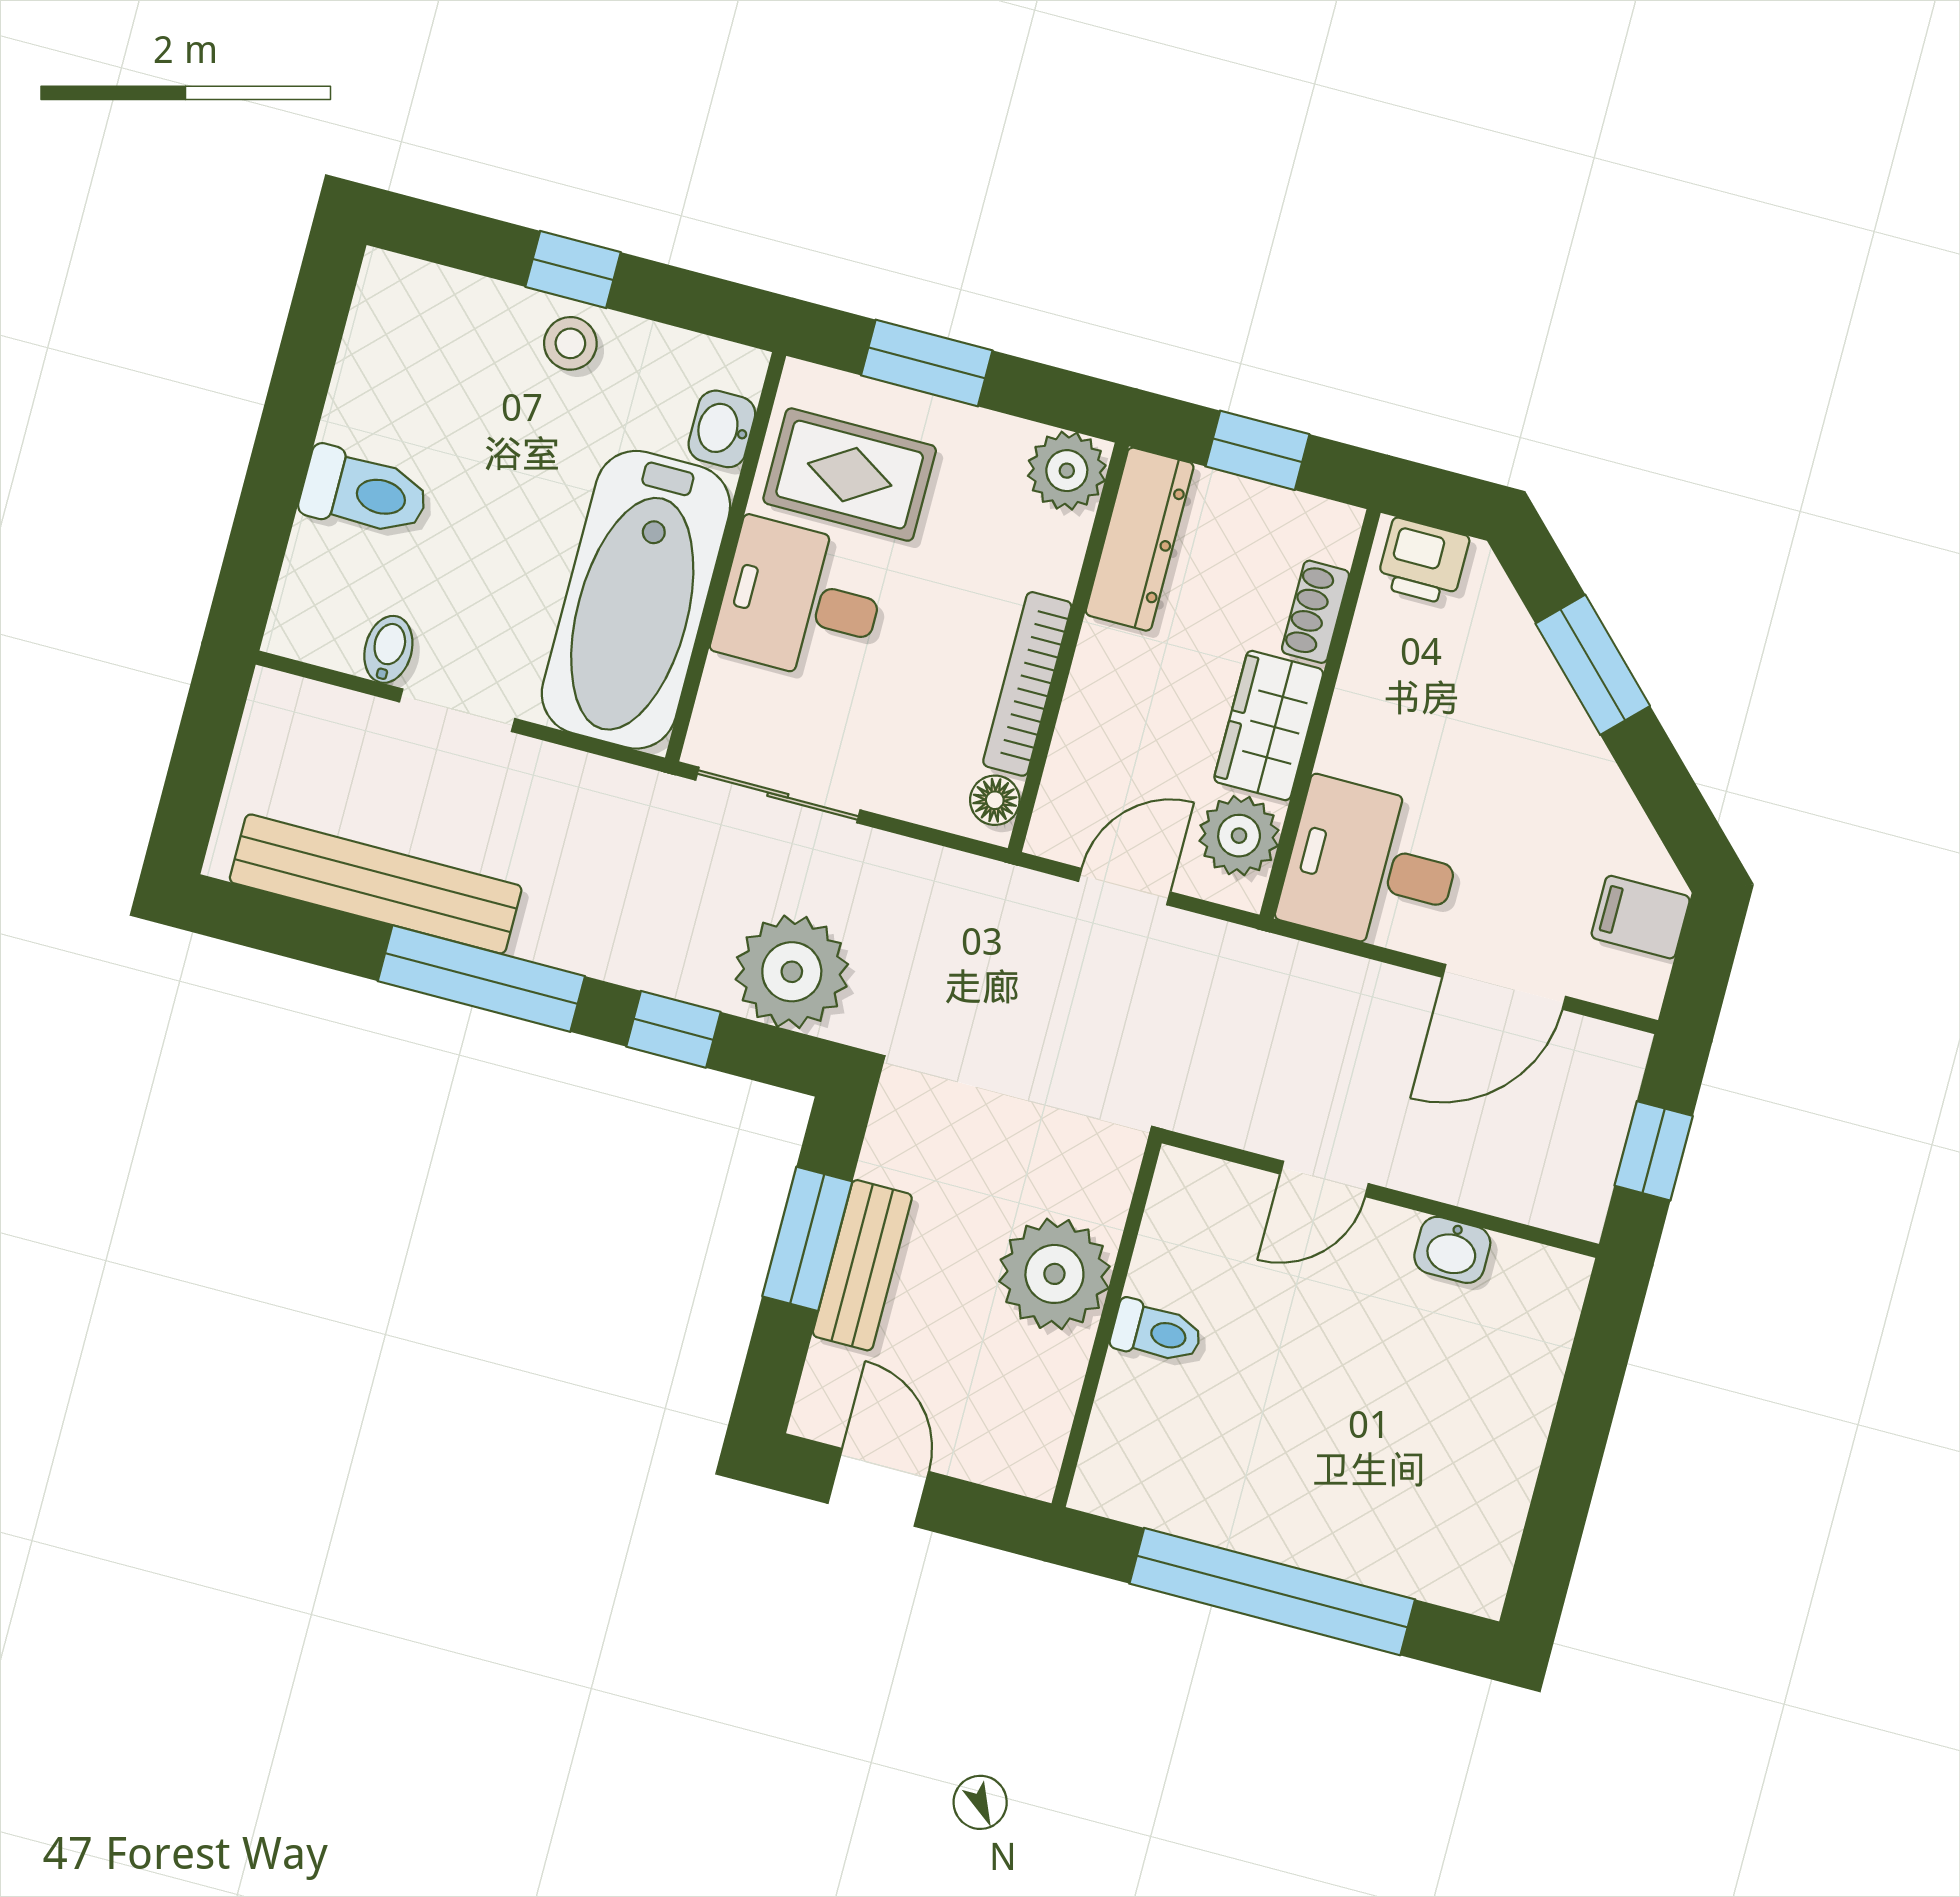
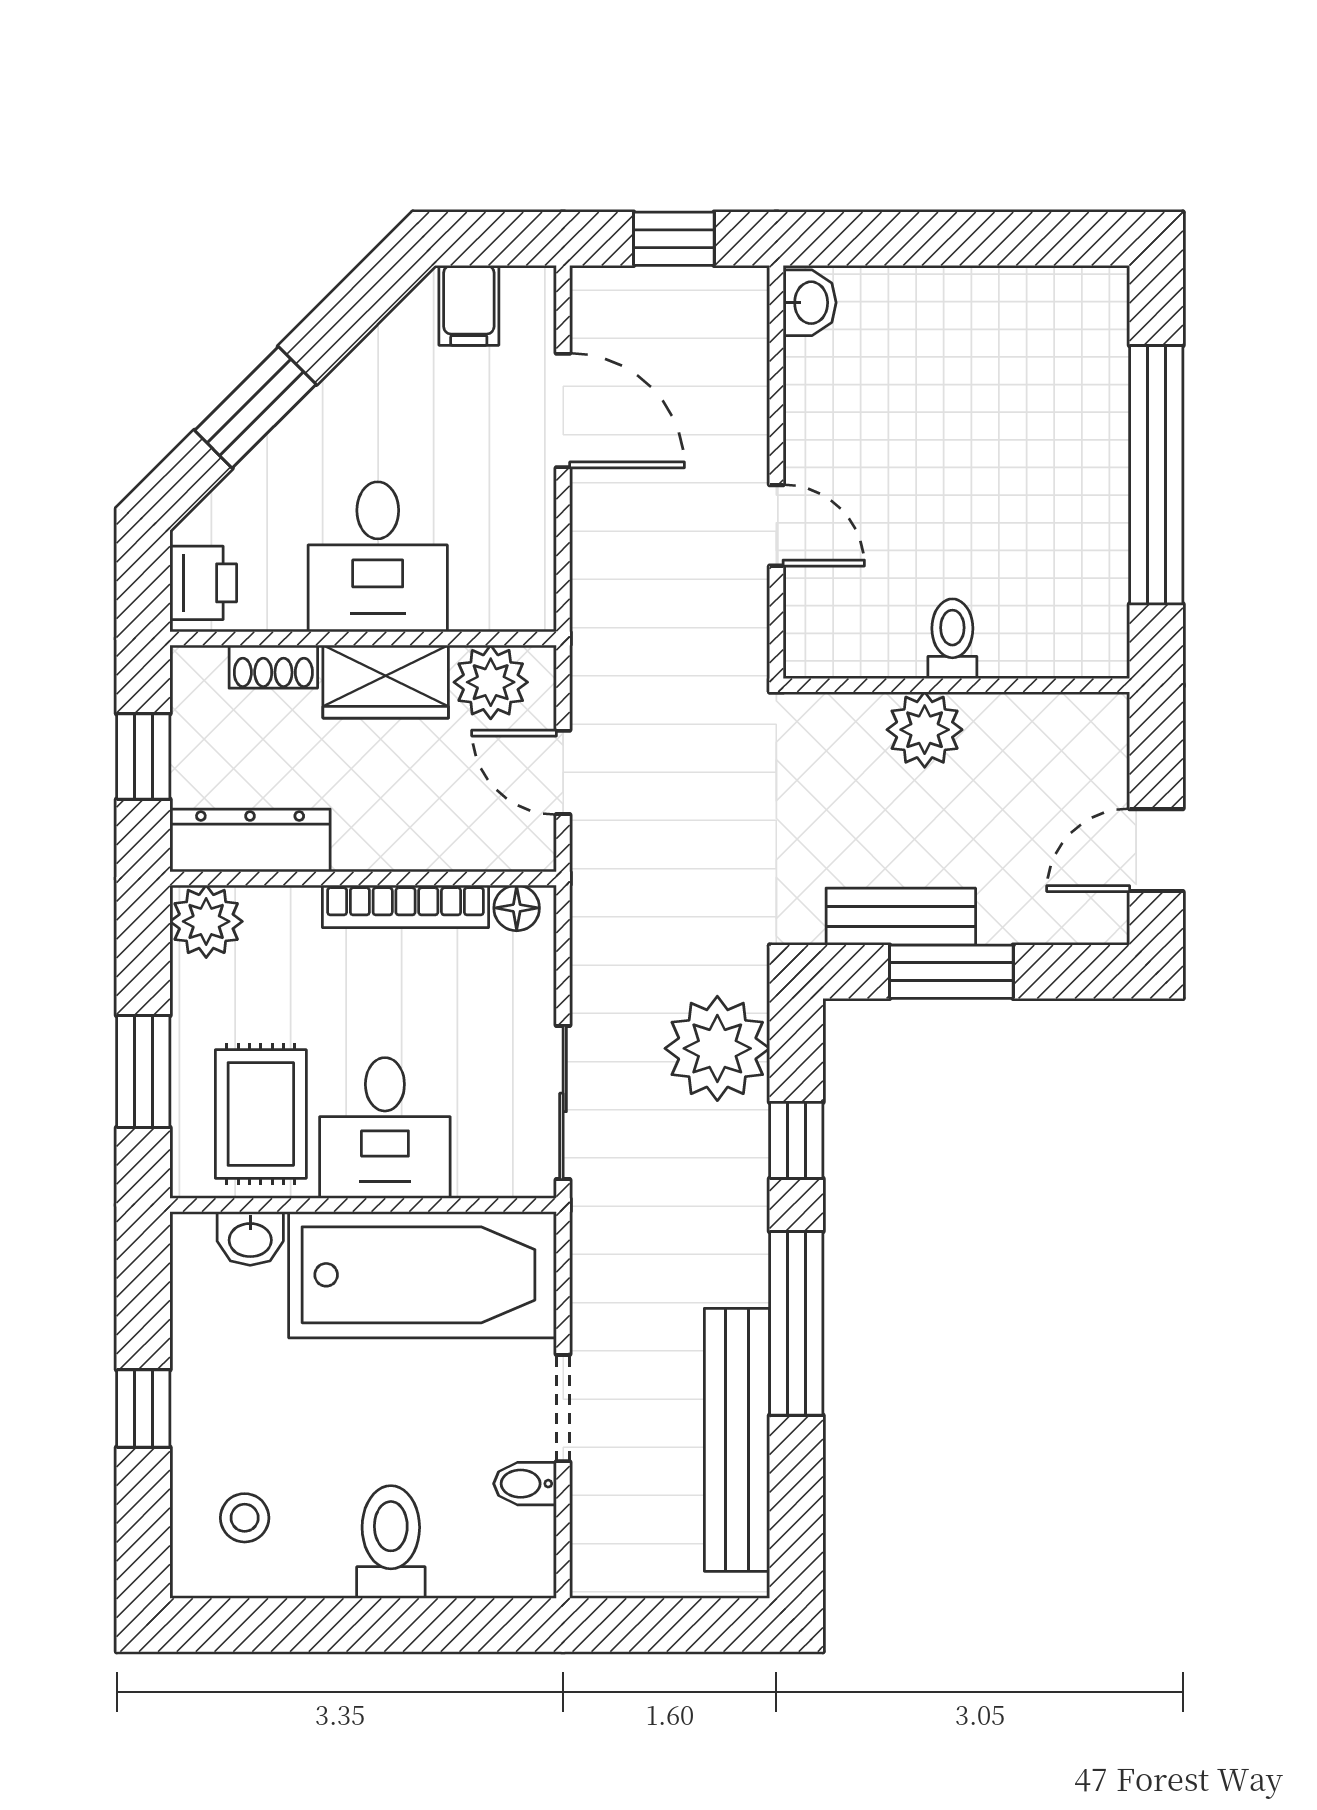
stool: (570, 343) -> (245, 1518), moved
desk: (1372, 866) -> (378, 557), moved
washbasin: (1452, 1250) -> (810, 303), moved
bench: (862, 1265) -> (901, 917), moved
plant: (1054, 1274) -> (925, 730), width x0.73, depth x0.73

